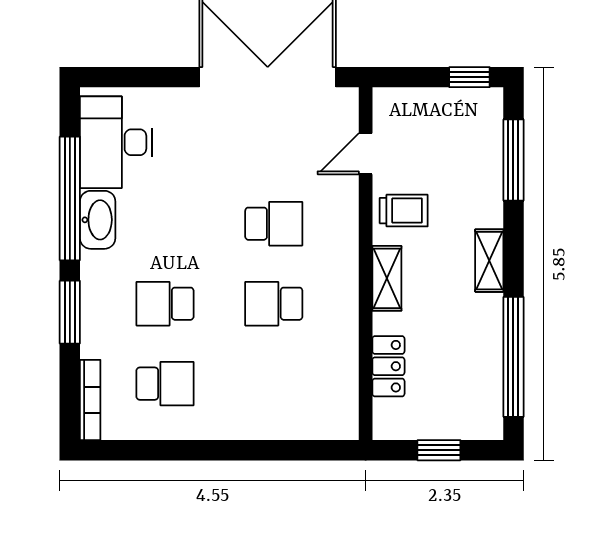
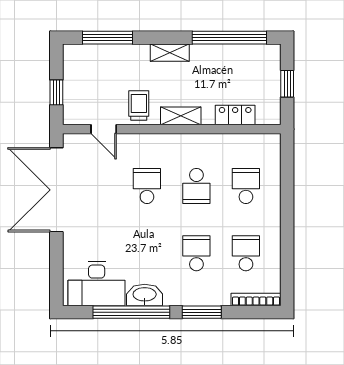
window: (469, 77) -> (56, 92), moved
school desk: (165, 304) -> (196, 253), turned 180
school desk: (274, 384) -> (246, 186), added

